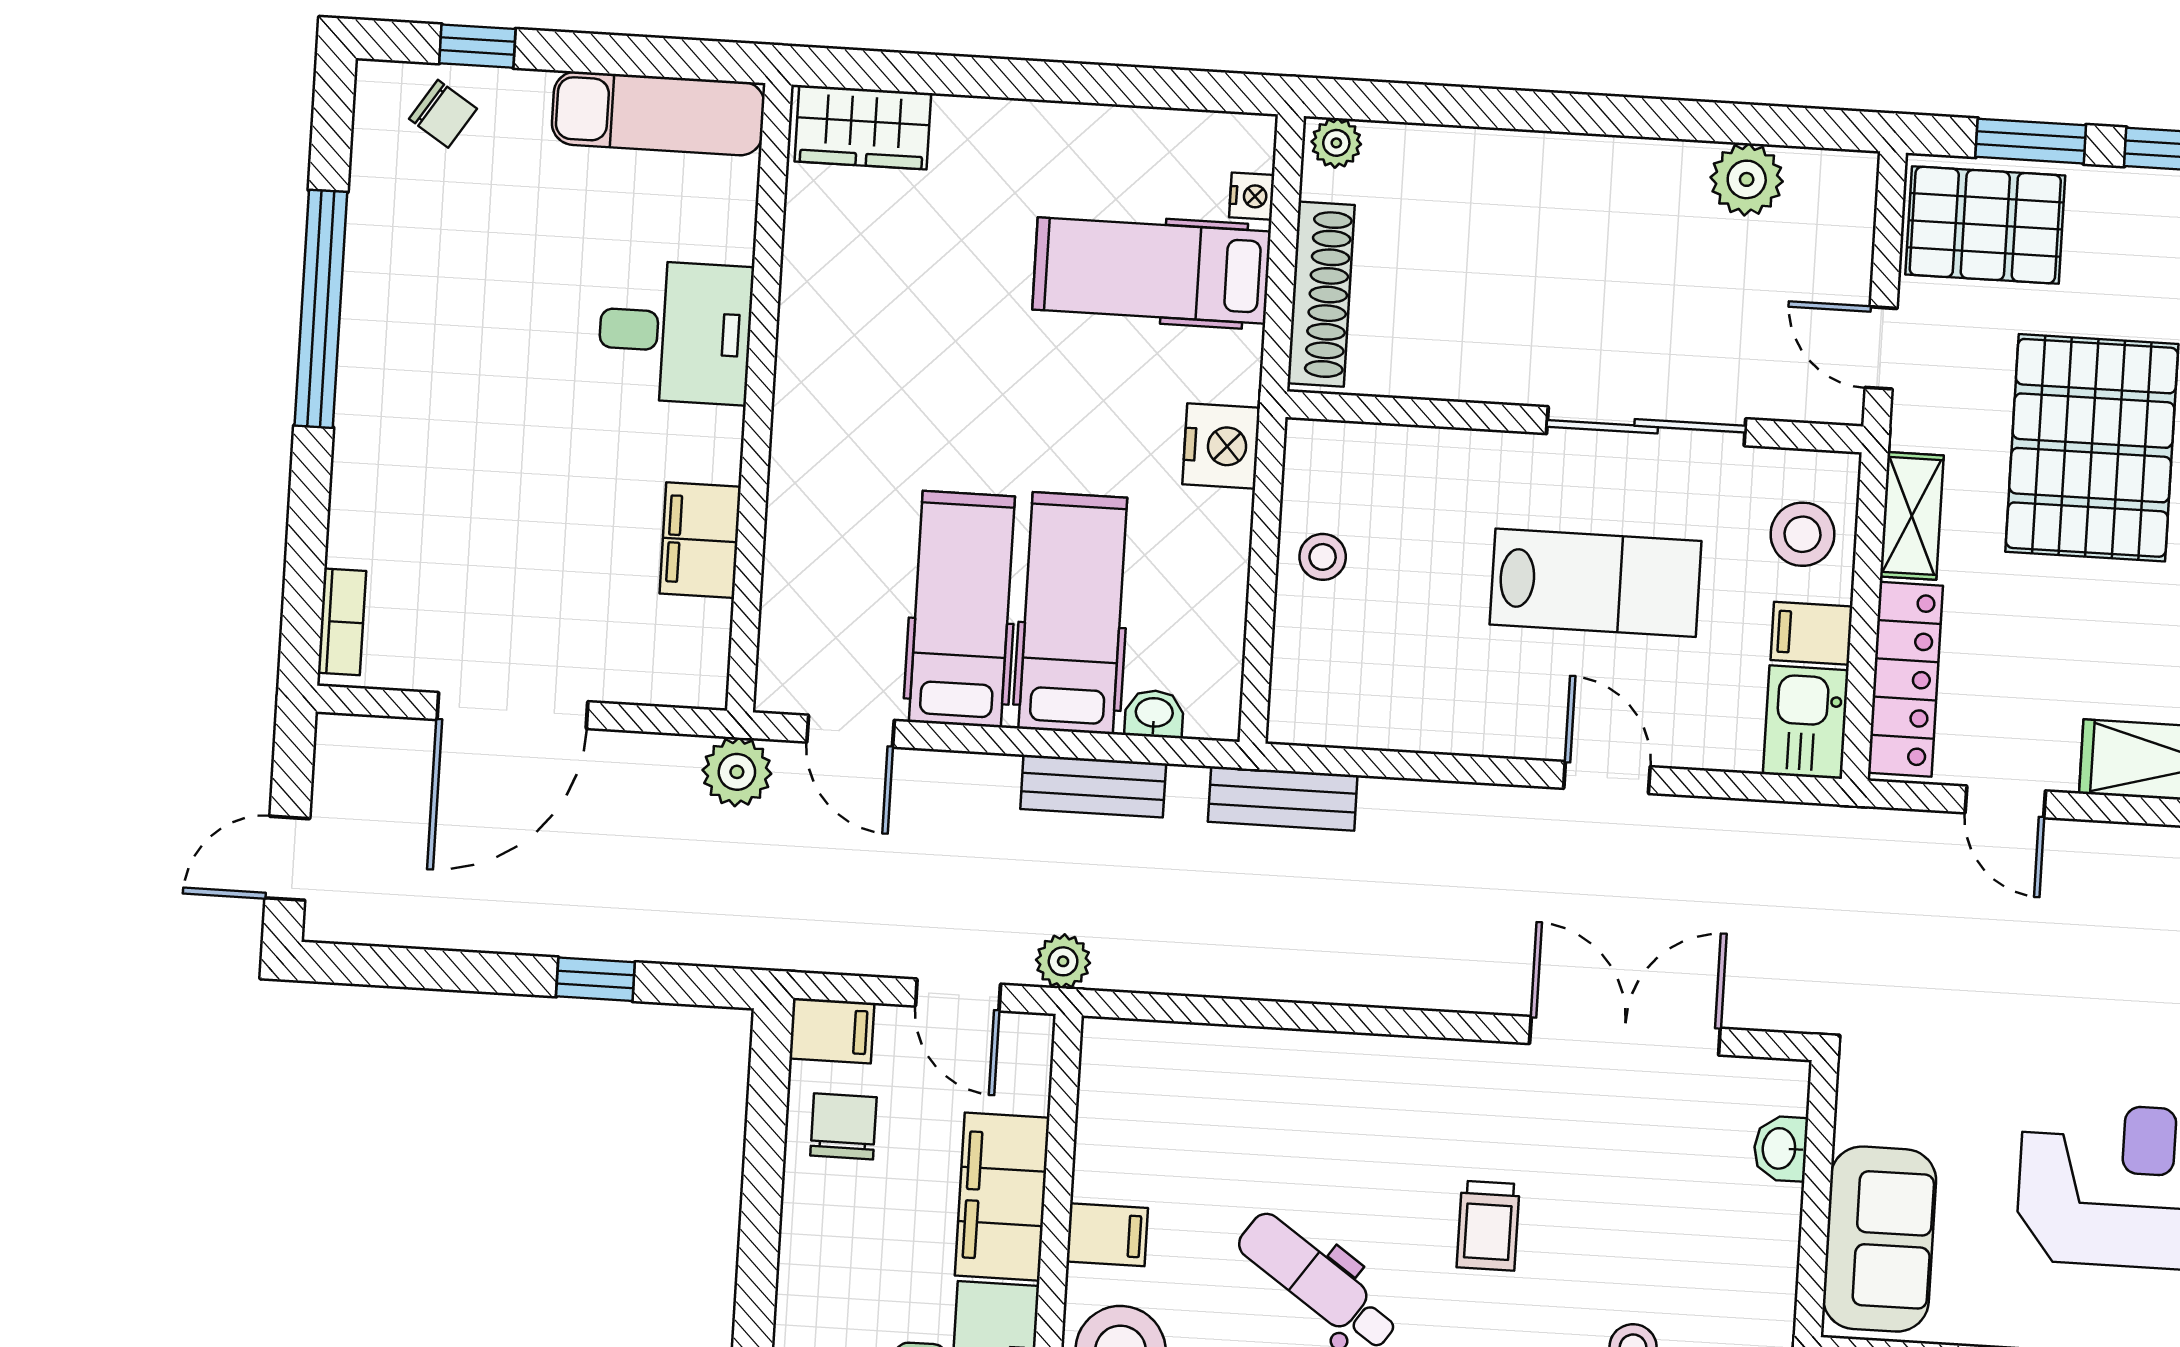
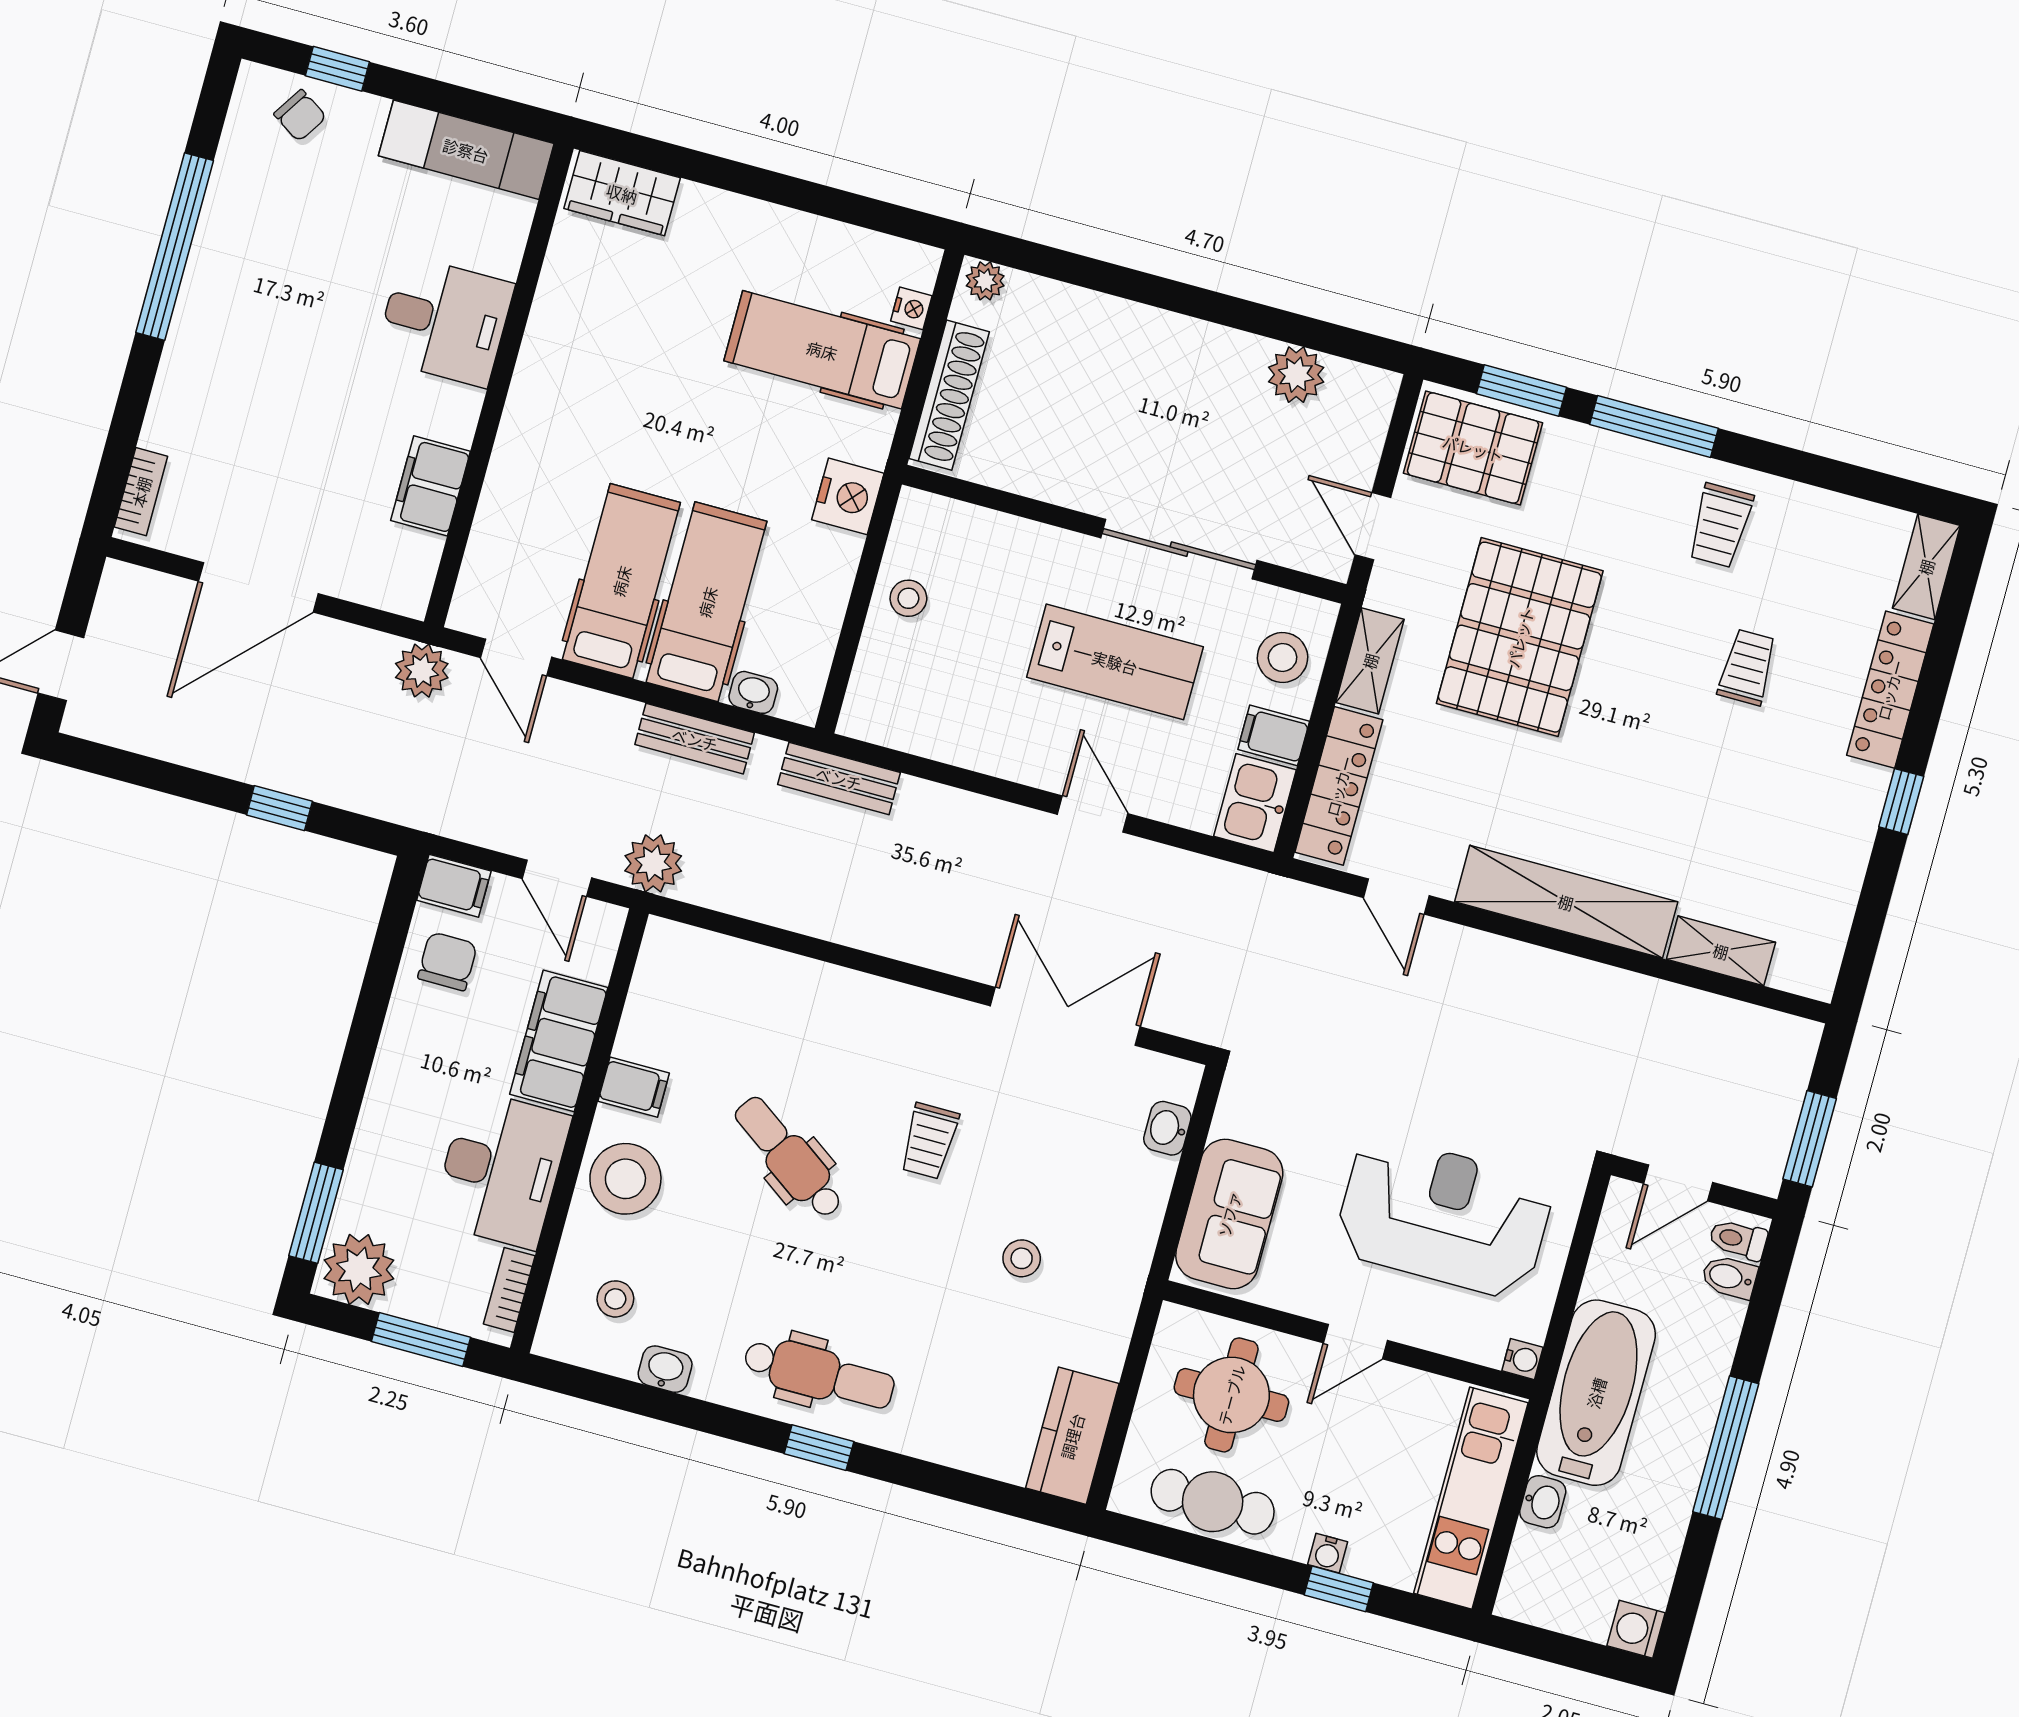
plant: (1063, 961) -> (653, 863), width x1.38, depth x1.38

